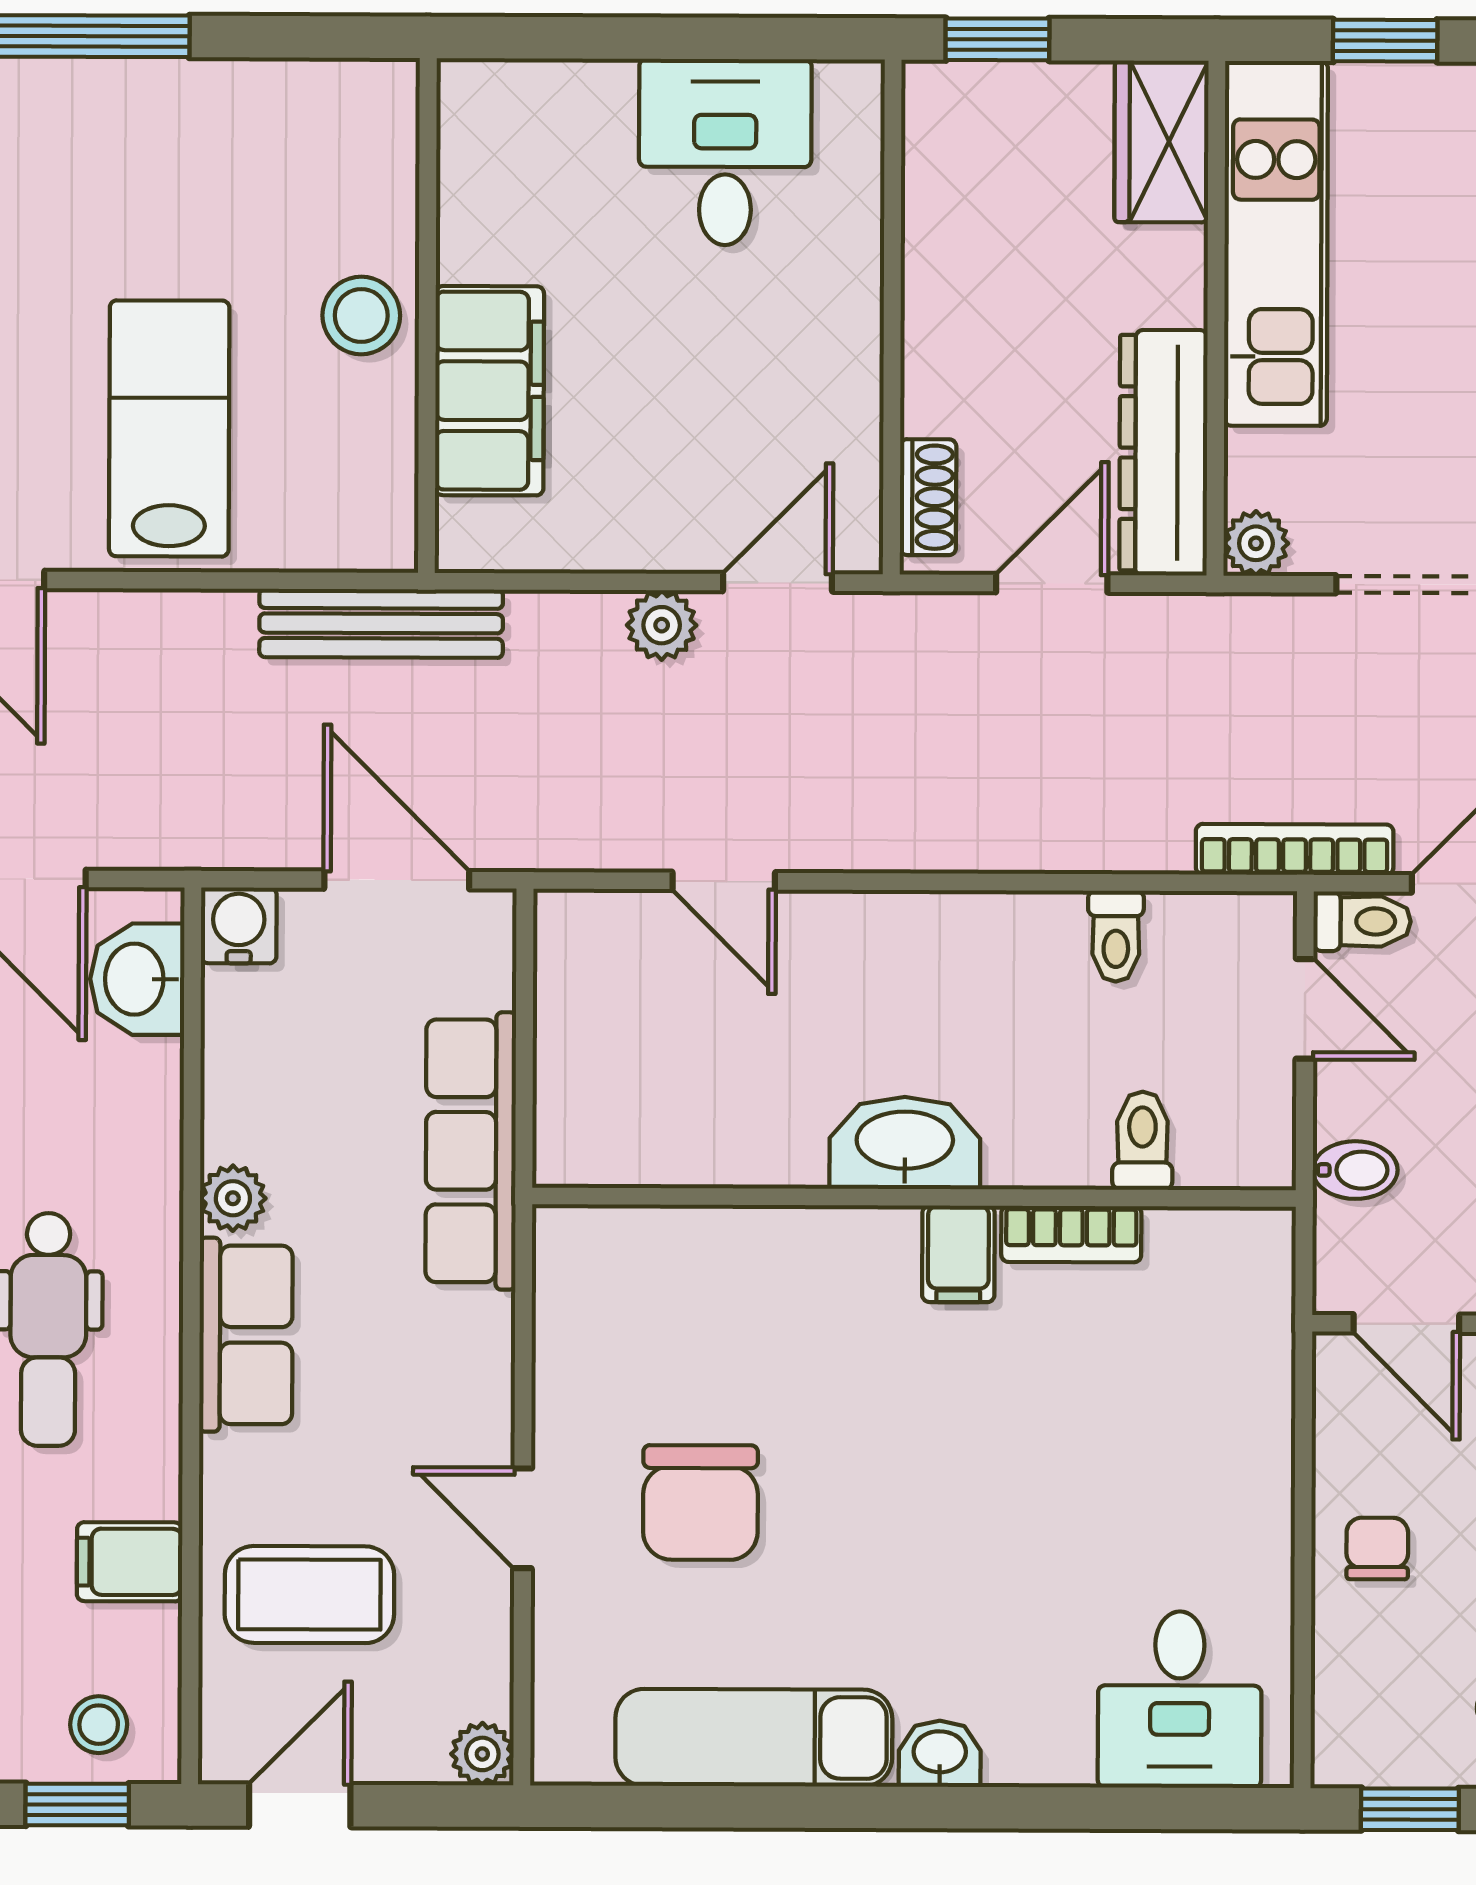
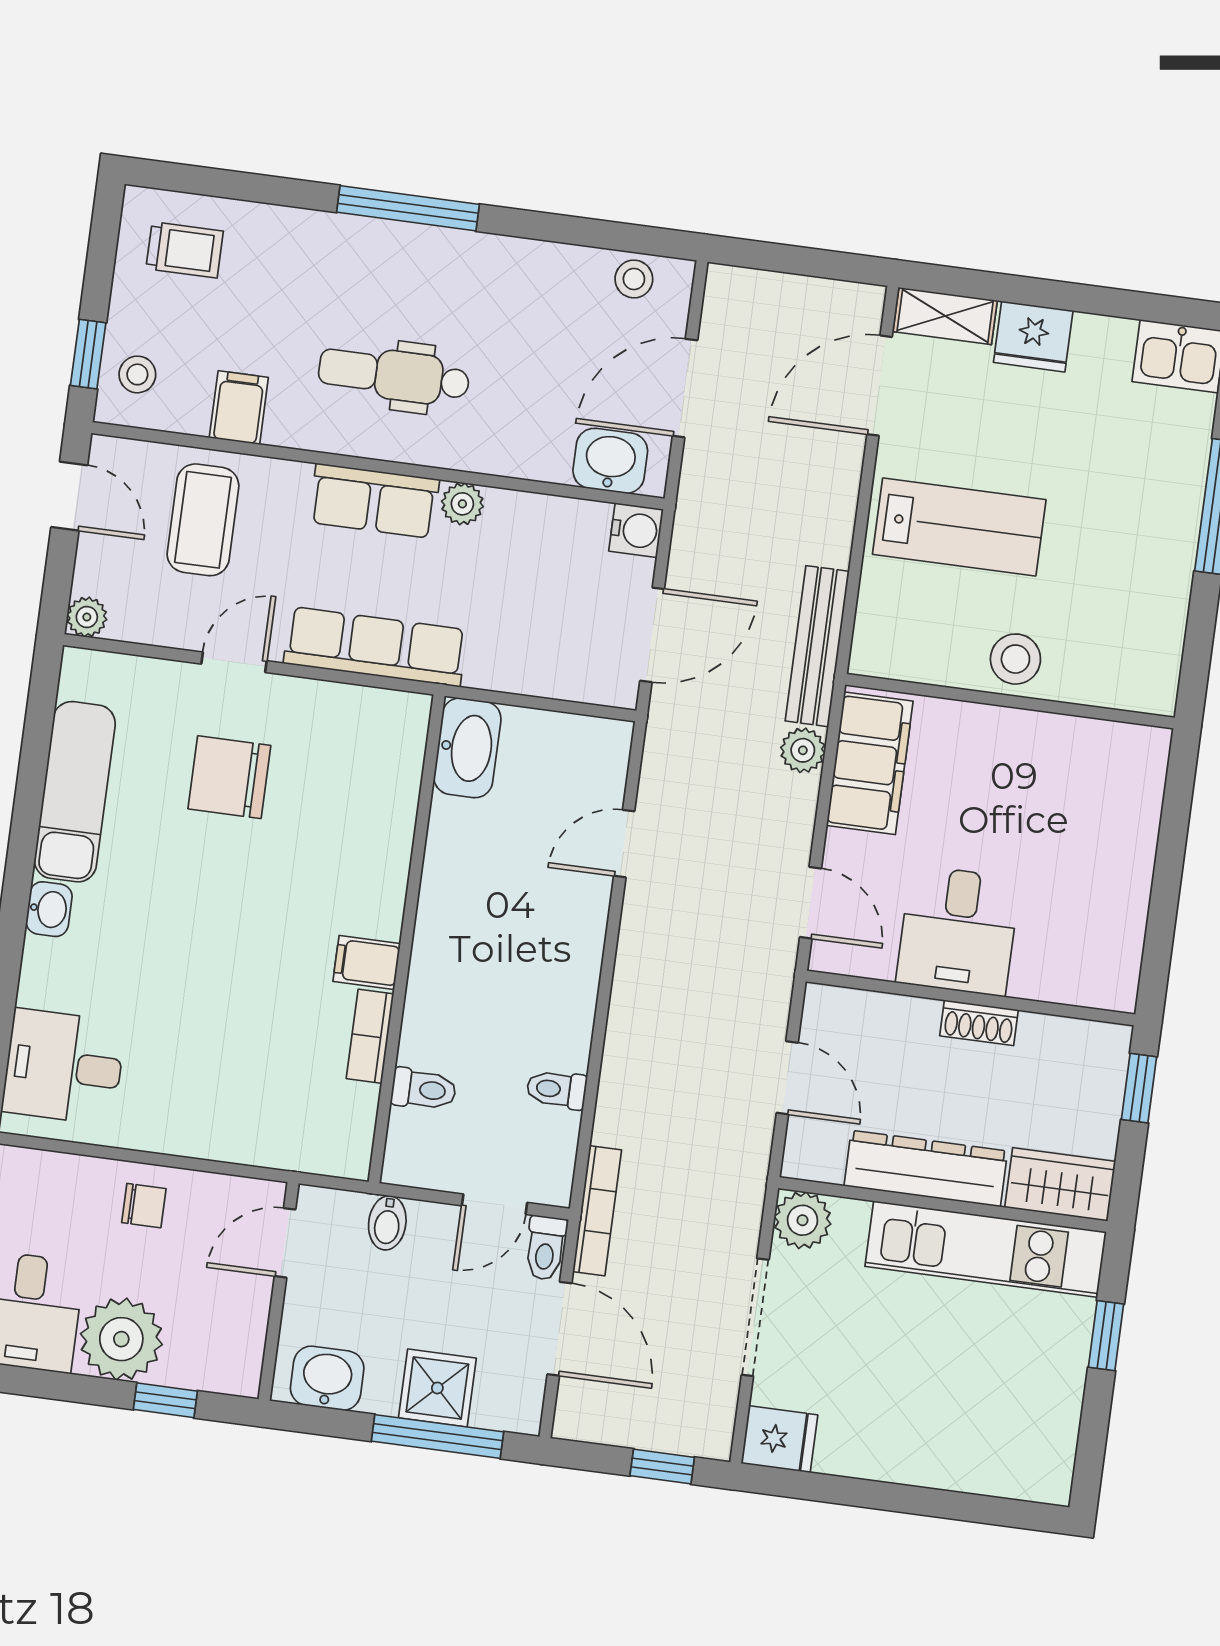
desk: (725, 152) -> (958, 931), moved, turned 90
filing cabinet: (490, 391) -> (870, 763), moved, turned -90
dresser: (1163, 453) -> (926, 1169), moved
shoe rack: (928, 497) -> (979, 1023), moved
plant: (1256, 543) -> (802, 1220), width x1.38, depth x1.38
plant: (662, 625) -> (803, 750), moved
washbasin: (905, 1143) -> (467, 748), moved
row of seats: (471, 1151) -> (375, 647), moved

